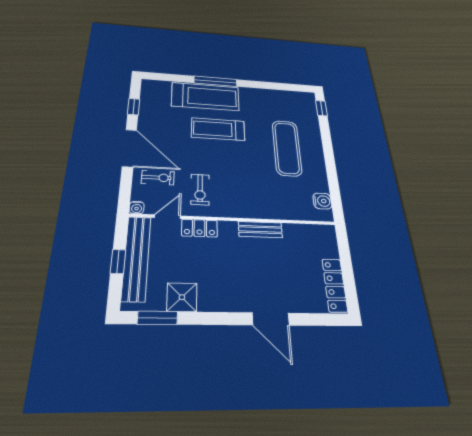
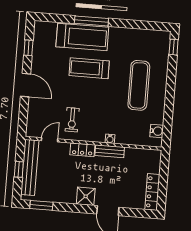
door: (129, 148) -> (25, 85), width x0.73
exercise bike: (158, 178) -> (44, 110), removed
water cooler: (137, 208) -> (110, 139), moved
locker: (199, 228) -> (82, 150), moved
shower: (182, 297) -> (86, 196), moved

